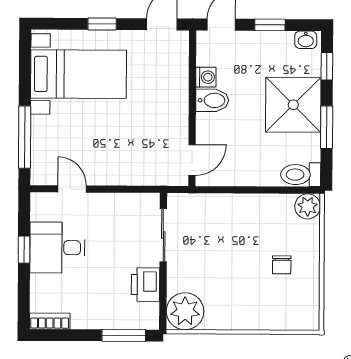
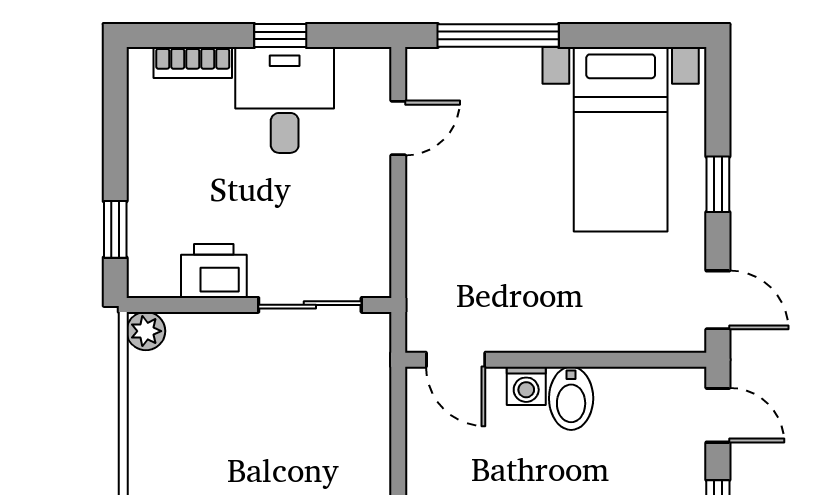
washing machine: (206, 77) -> (526, 386), moved
plant: (185, 311) -> (146, 331), width x0.53, depth x0.53
bookcase: (50, 321) -> (193, 63), moved, turned 90
window: (124, 335) -> (115, 229), width x0.67

